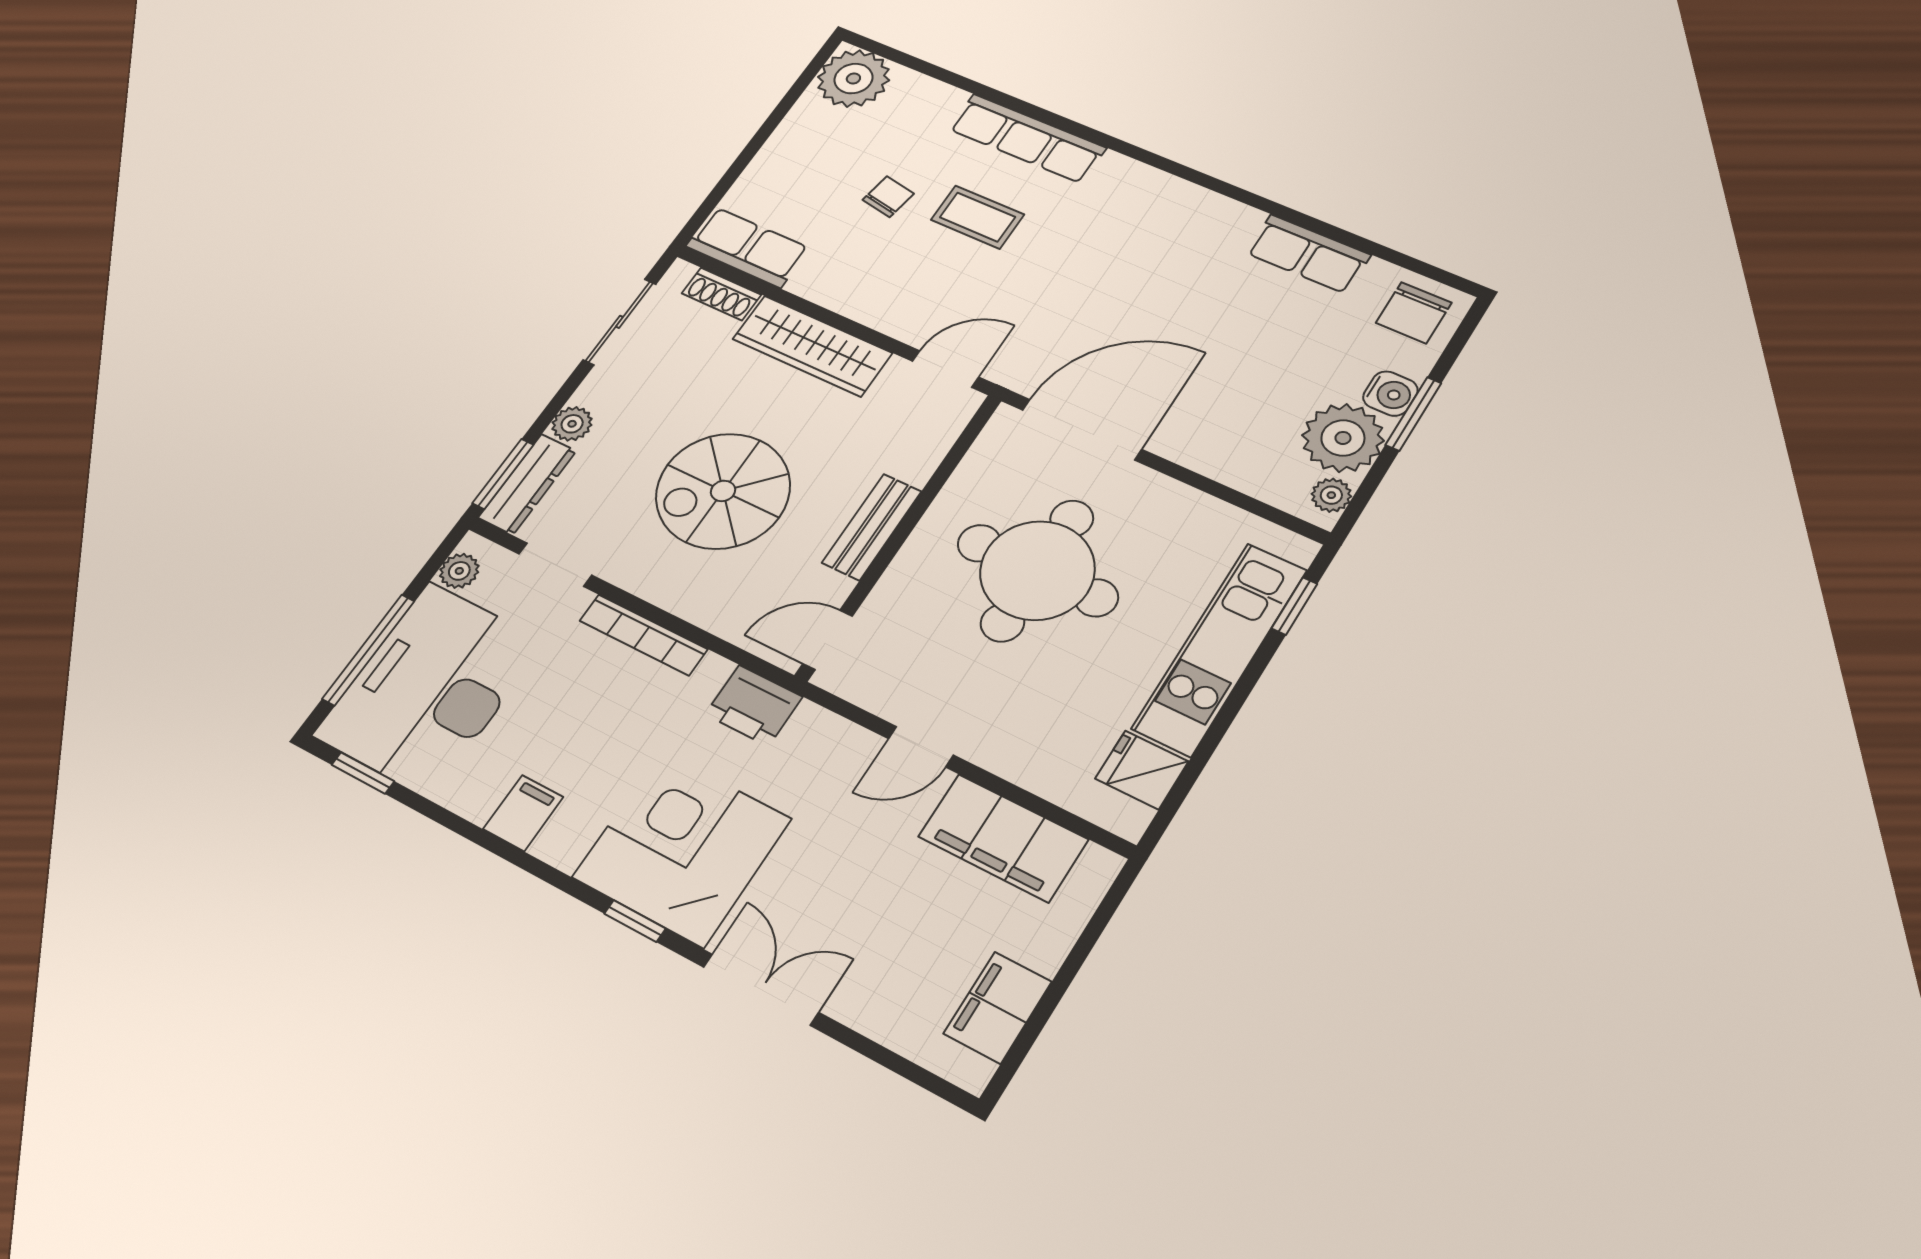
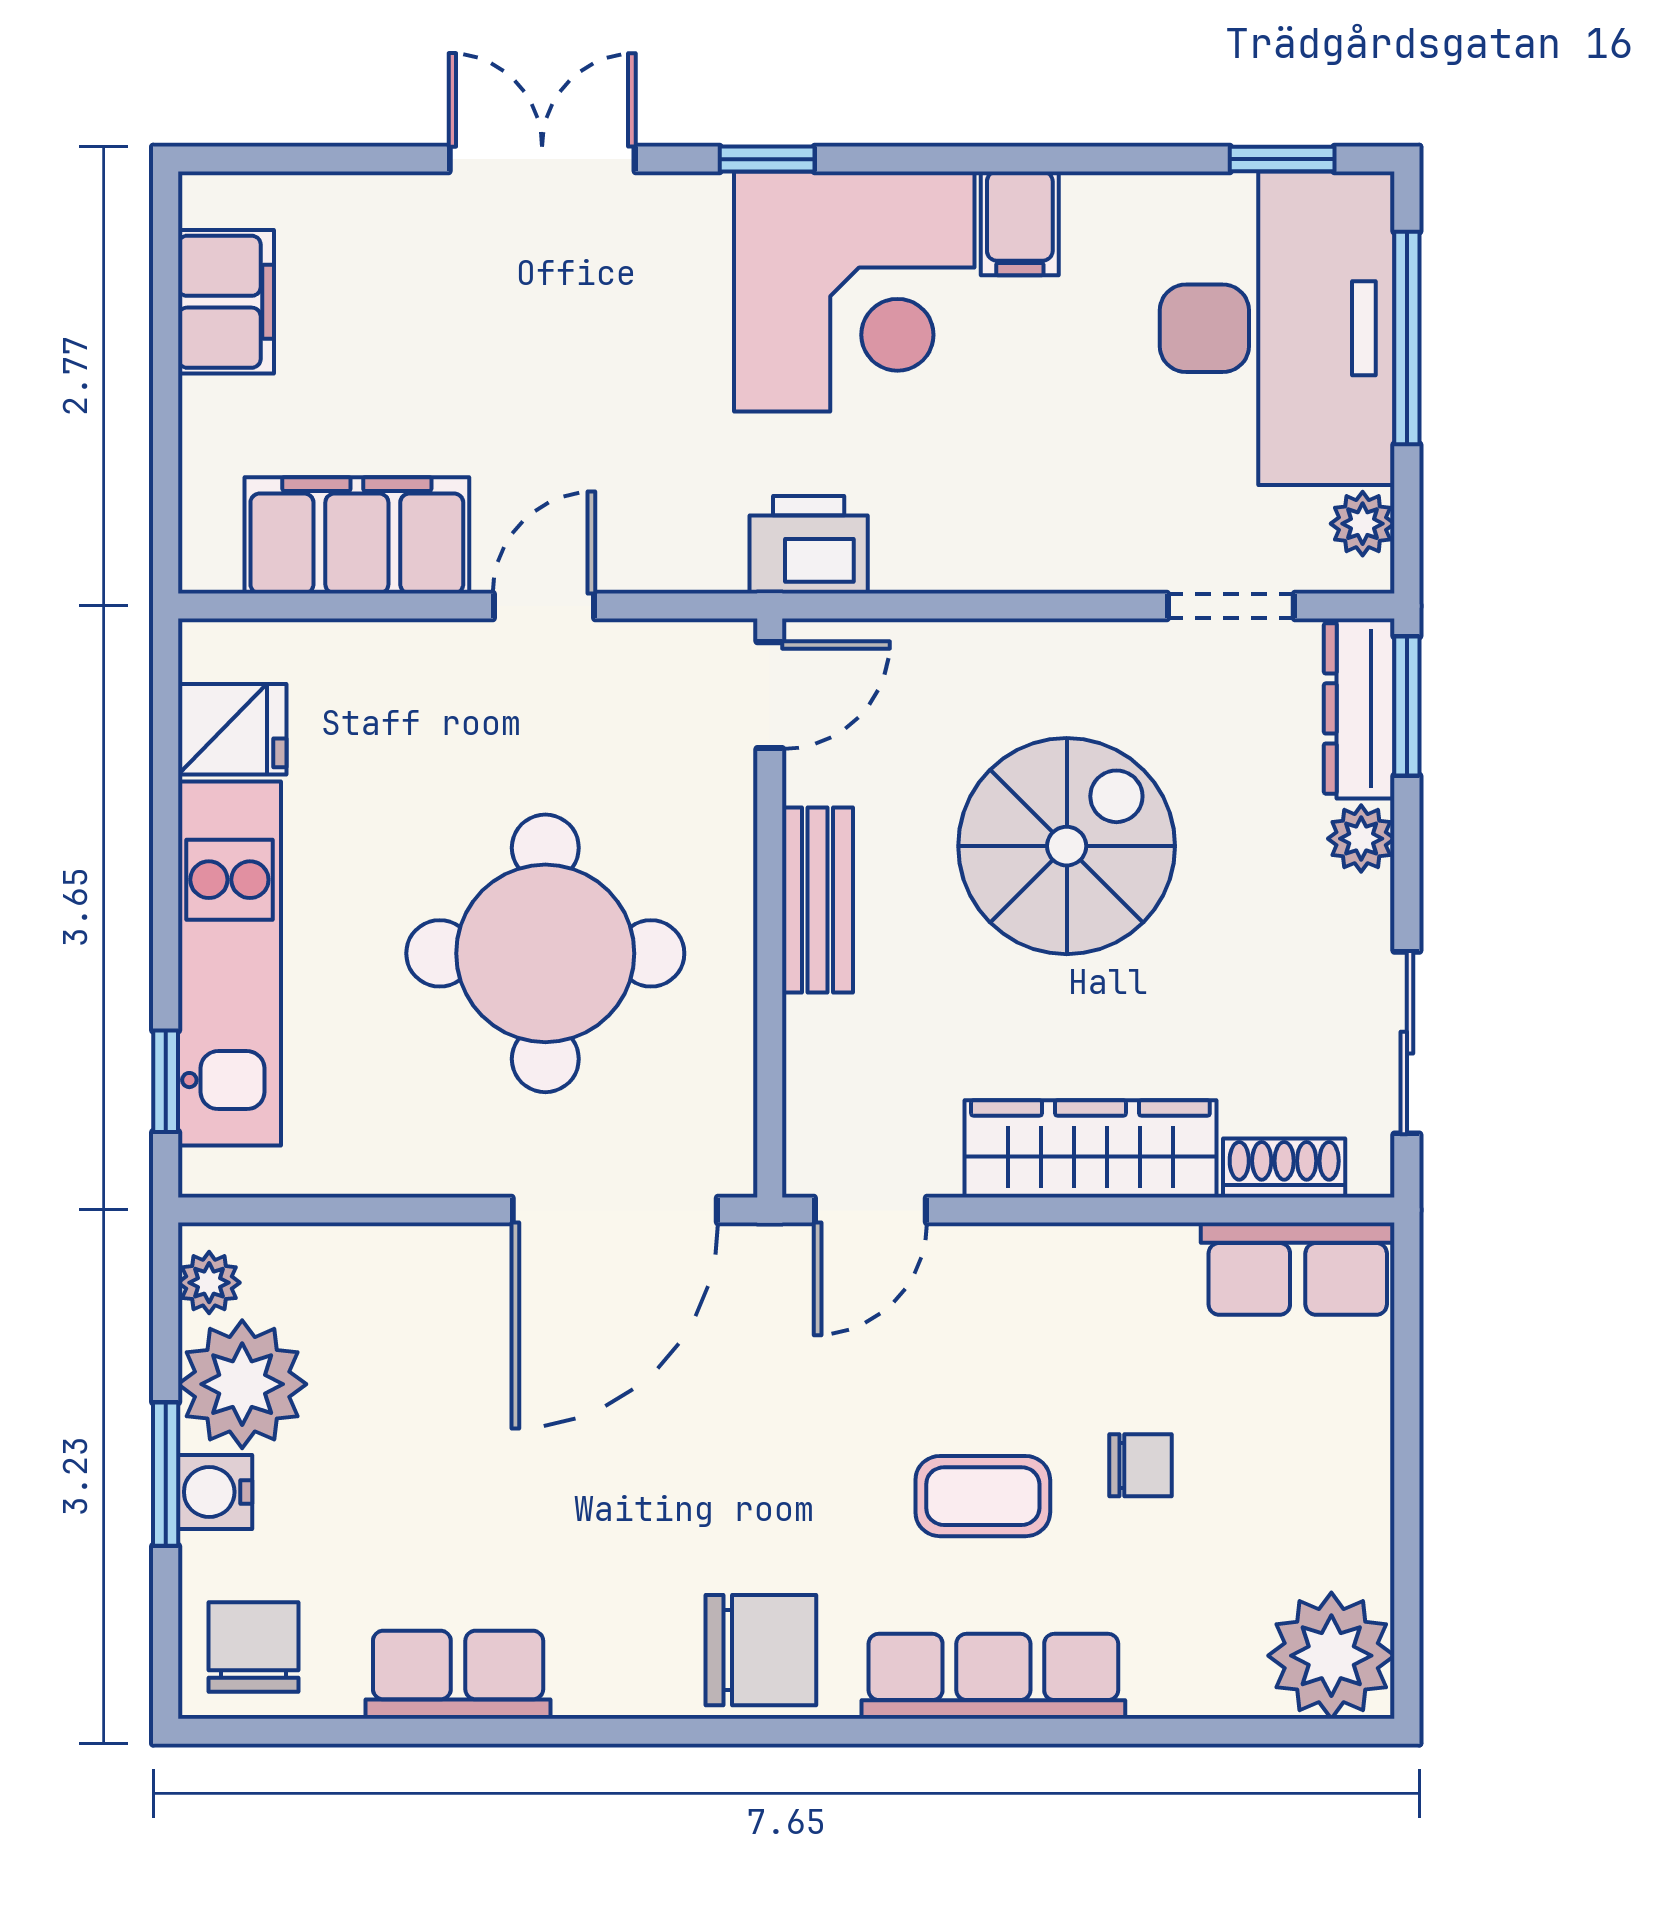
chair: (888, 197) -> (1140, 1465), turned -100
chair: (1139, 198) -> (761, 1650), added
bookcase: (643, 635) -> (1031, 567), removed
corner desk: (682, 848) -> (854, 292), moved
double door: (761, 990) -> (542, 159), swing flipped

